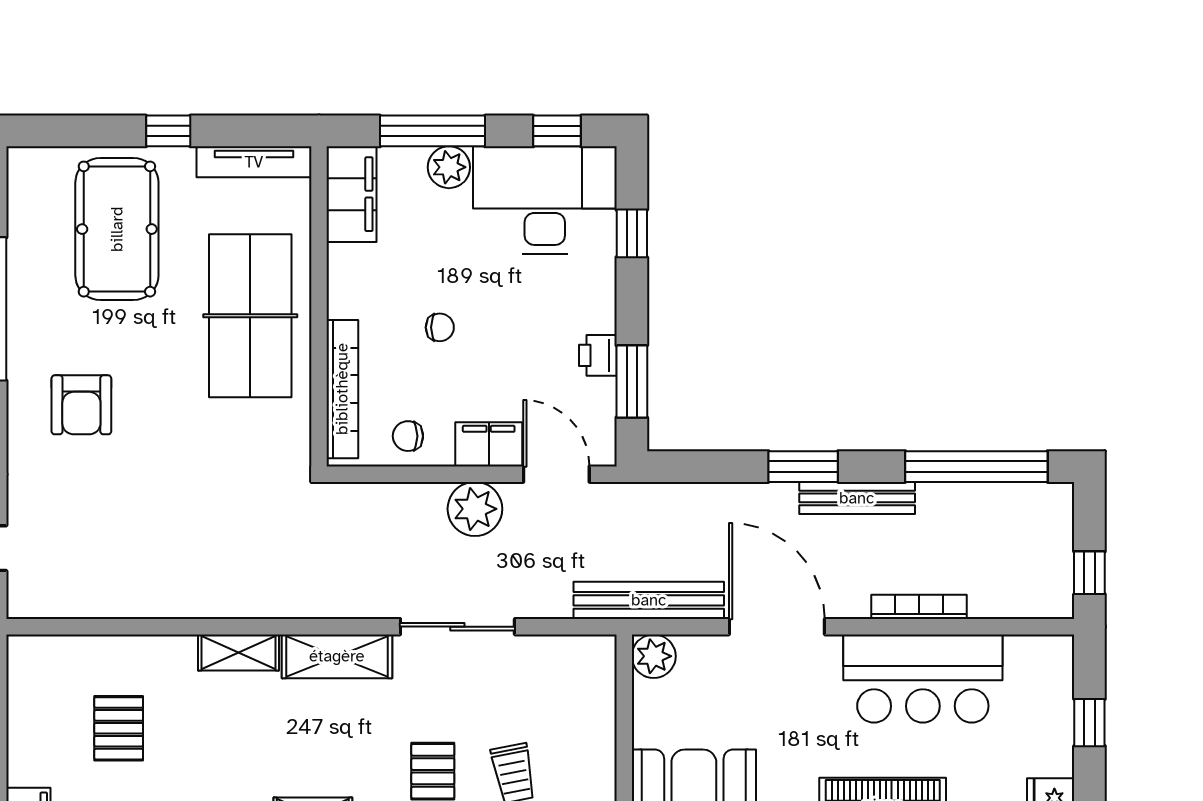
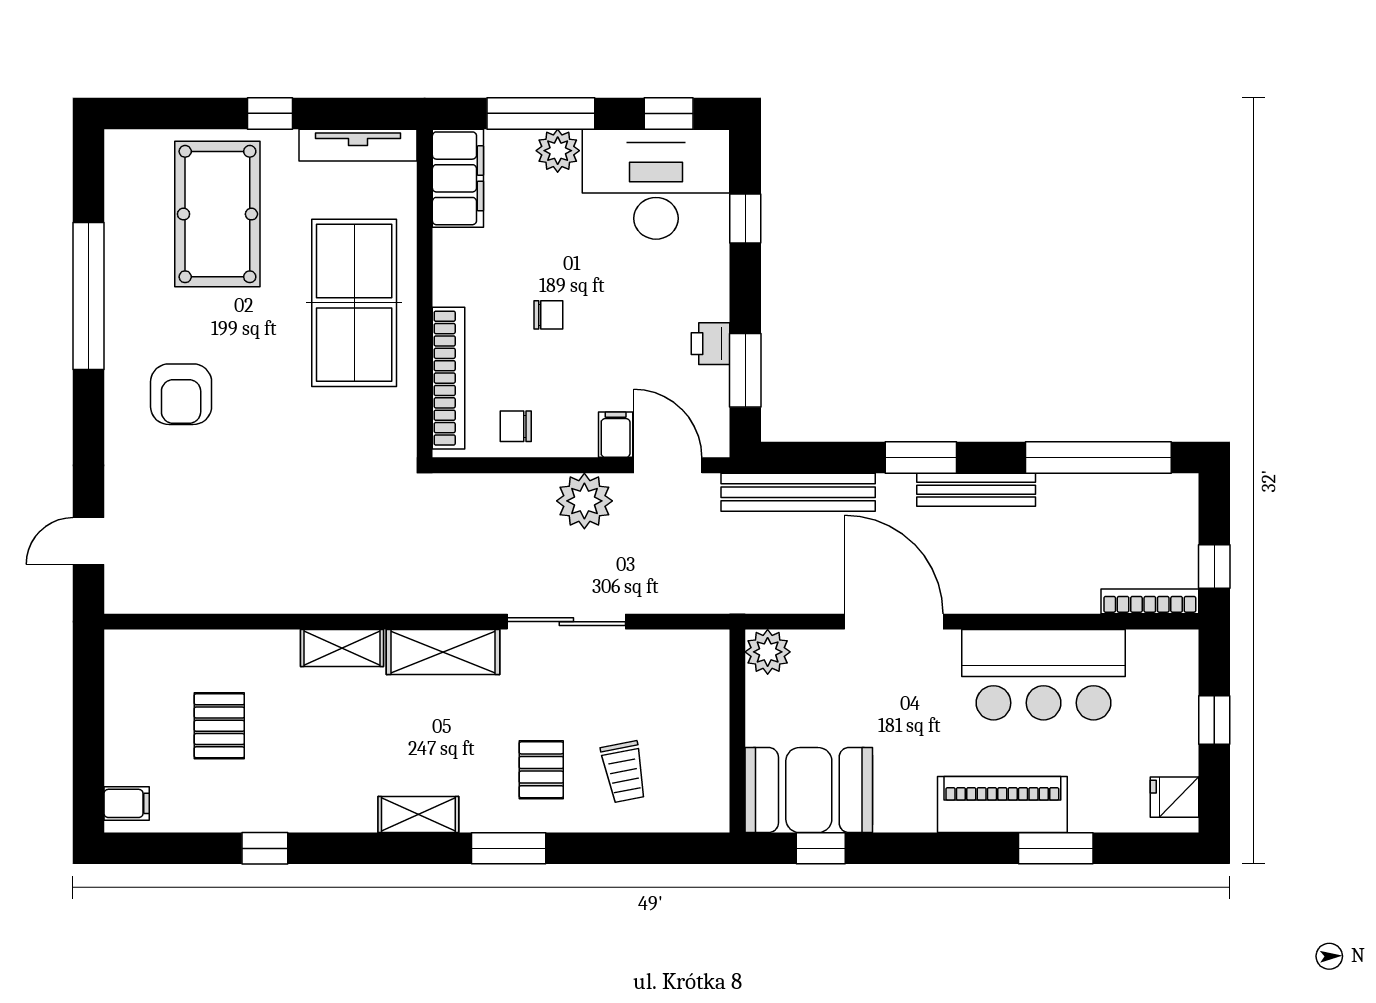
filing cabinet: (489, 444) -> (616, 435), width x0.50
bench: (649, 600) -> (798, 492), moved
bookcase: (919, 607) -> (1150, 601), moved

